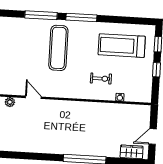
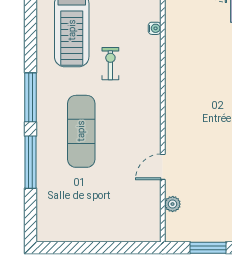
exercise mat: (58, 48) -> (81, 131), turned 90
exercise bike: (101, 79) -> (110, 64), moved

